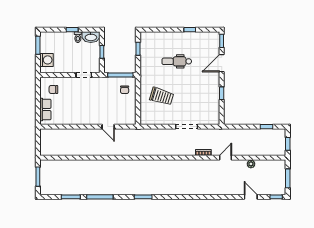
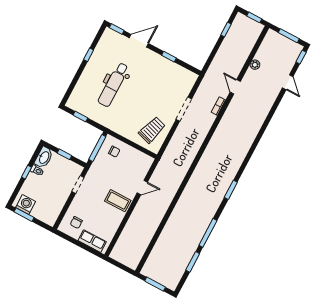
washing machine: (47, 60) -> (26, 204), moved
dental chair: (177, 61) -> (113, 85), width x1.36, depth x1.38
door: (222, 63) -> (139, 41), swing flipped
trolley: (162, 96) -> (152, 130), moved
coffee table: (88, 113) -> (118, 201), added
door: (251, 197) -> (288, 82), swing flipped

